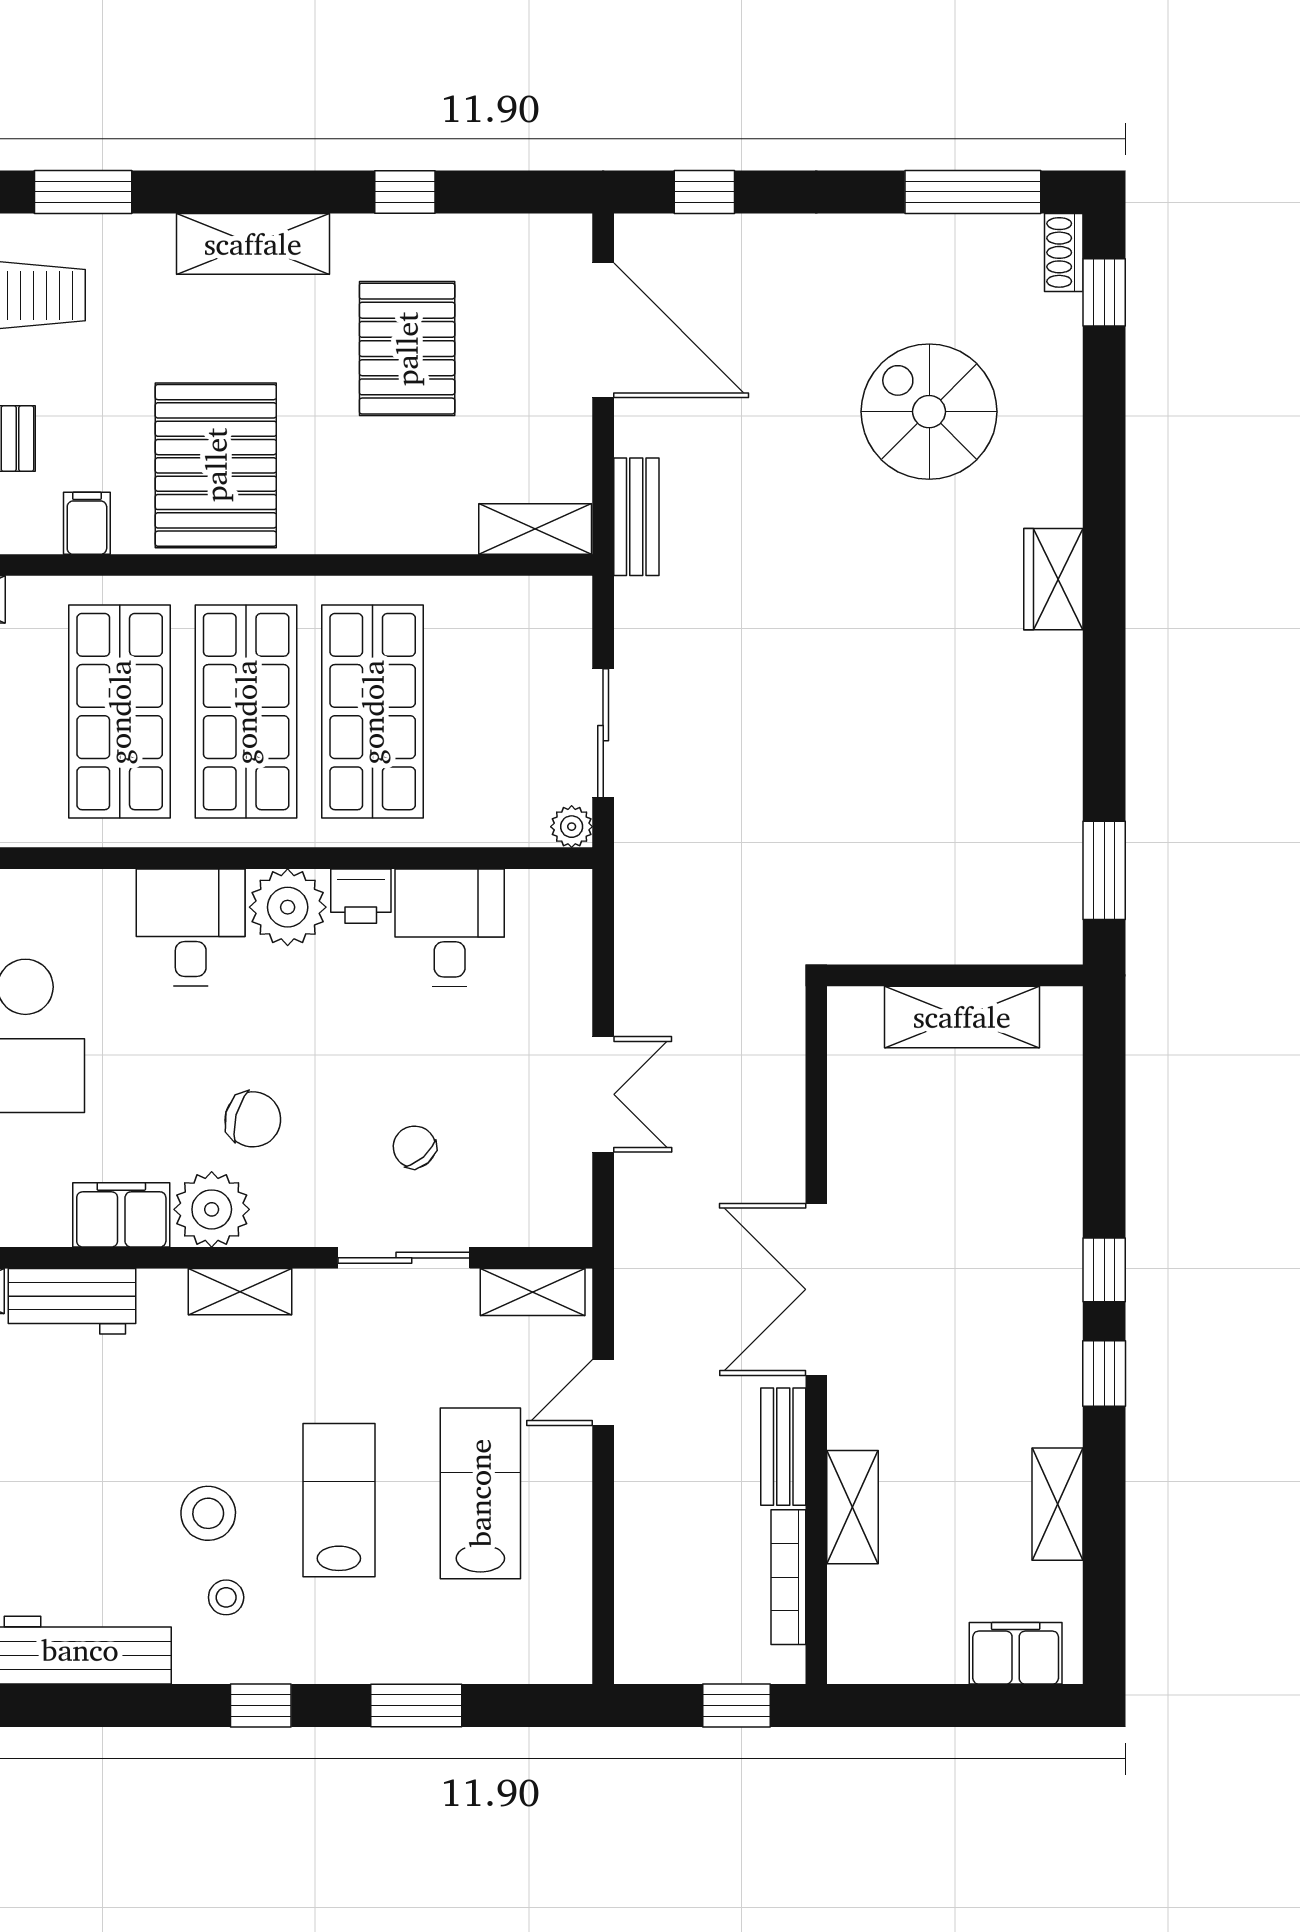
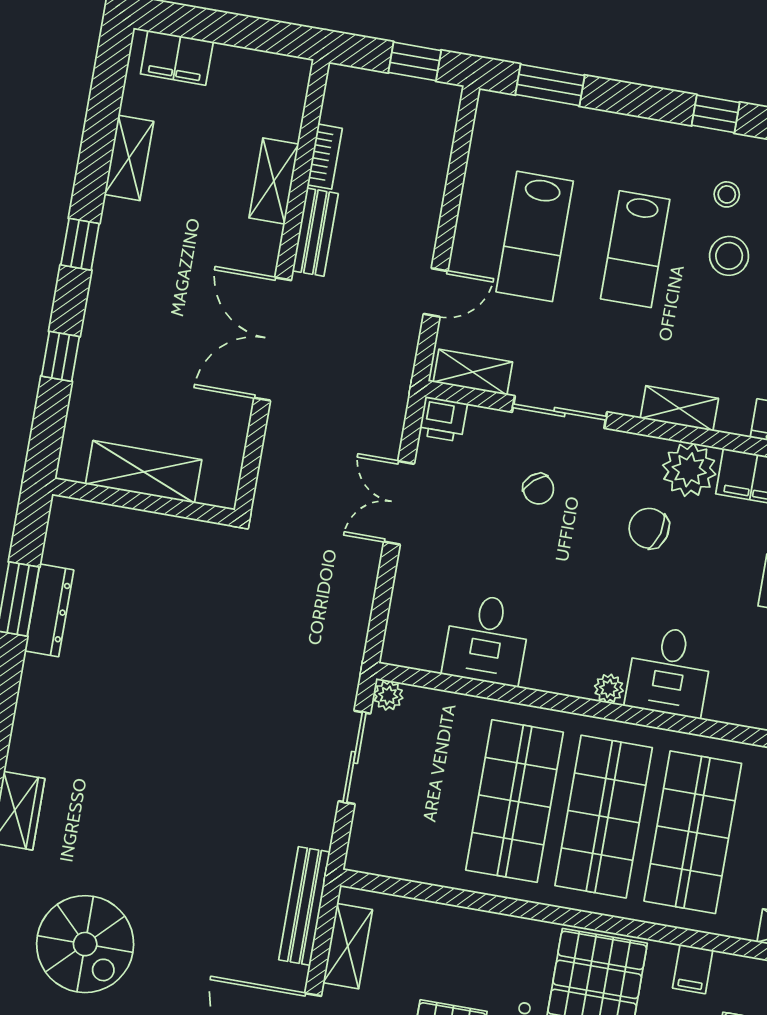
bench: (636, 517) -> (304, 906), width x1.36
shelving: (535, 529) -> (348, 946), moved, turned 90
dresser: (1059, 862) -> (49, 610), added
printer: (361, 896) -> (443, 419), moved, turned 180
plant: (288, 907) -> (609, 688), width x0.53, depth x0.53
wall: (955, 975) -> (143, 502), moved
shelving: (962, 1017) -> (144, 472), moved
window: (1104, 1270) -> (60, 356), moved
double door: (816, 1289) -> (273, 339), swing flipped
bookcase: (788, 1577) -> (325, 157), width x0.64
window: (416, 1705) -> (550, 85), moved
window: (736, 1705) -> (415, 61), moved

